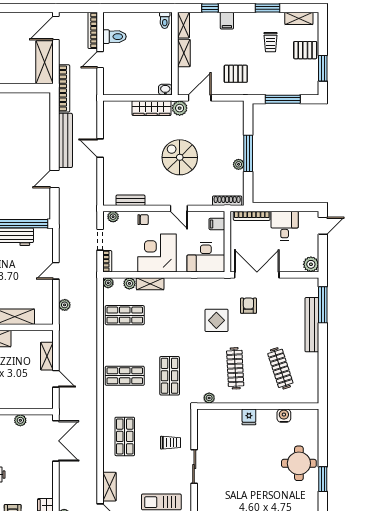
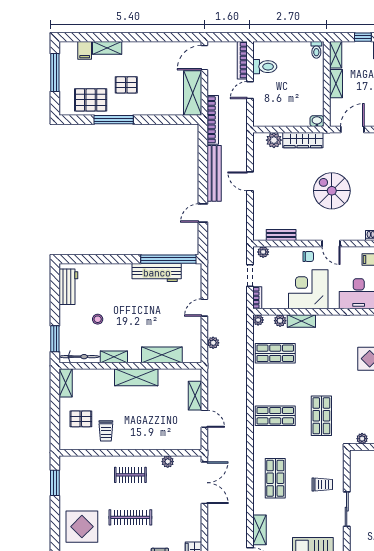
plant: (180, 108) -> (274, 140), moved
chair: (143, 220) -> (308, 256), moved

